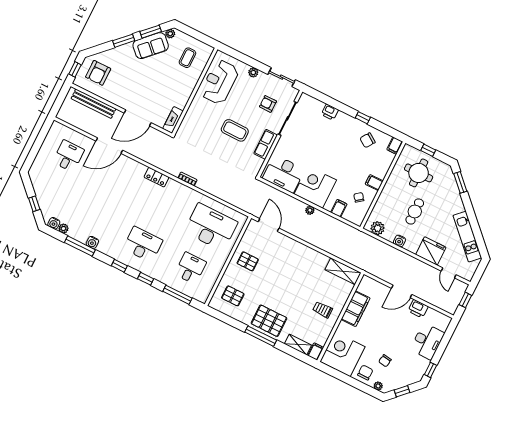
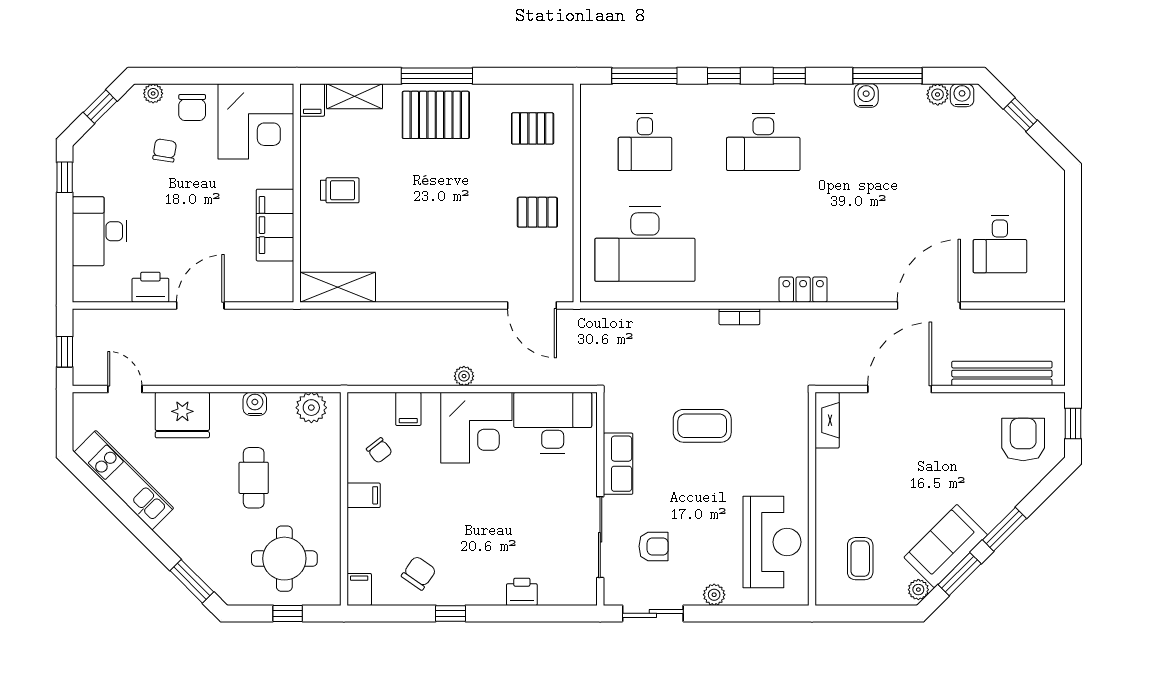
coffee table: (235, 130) -> (702, 426), moved

